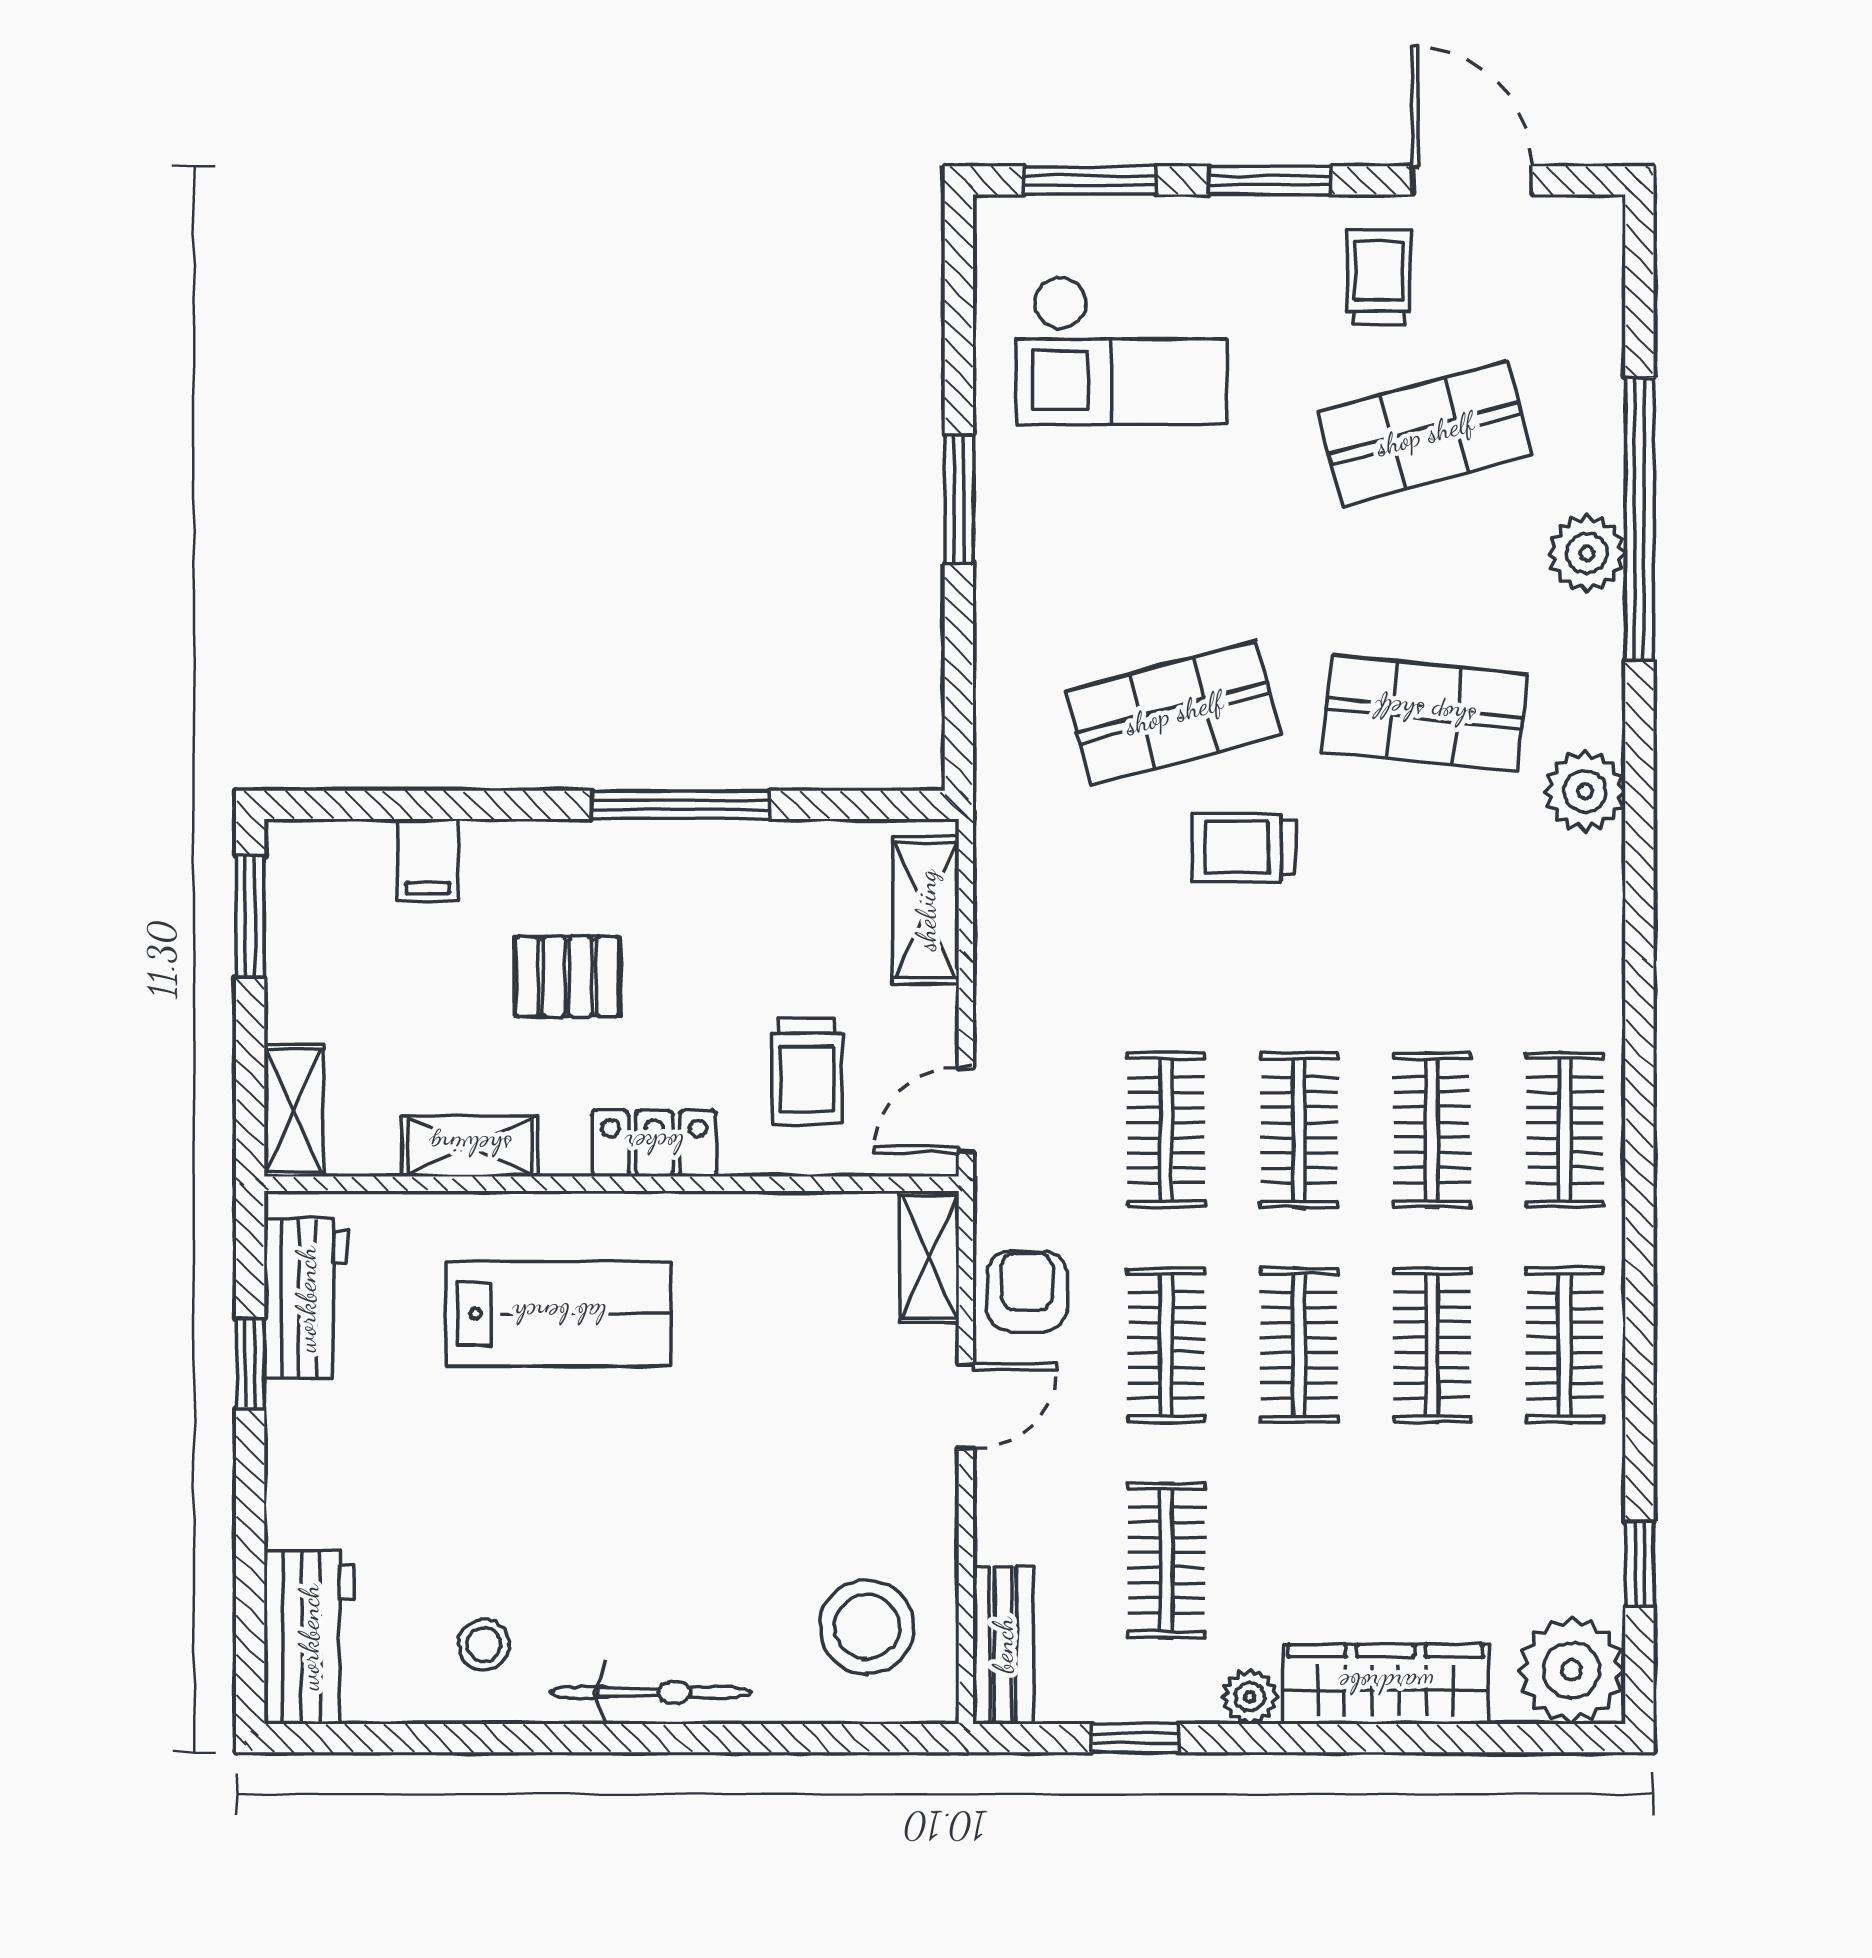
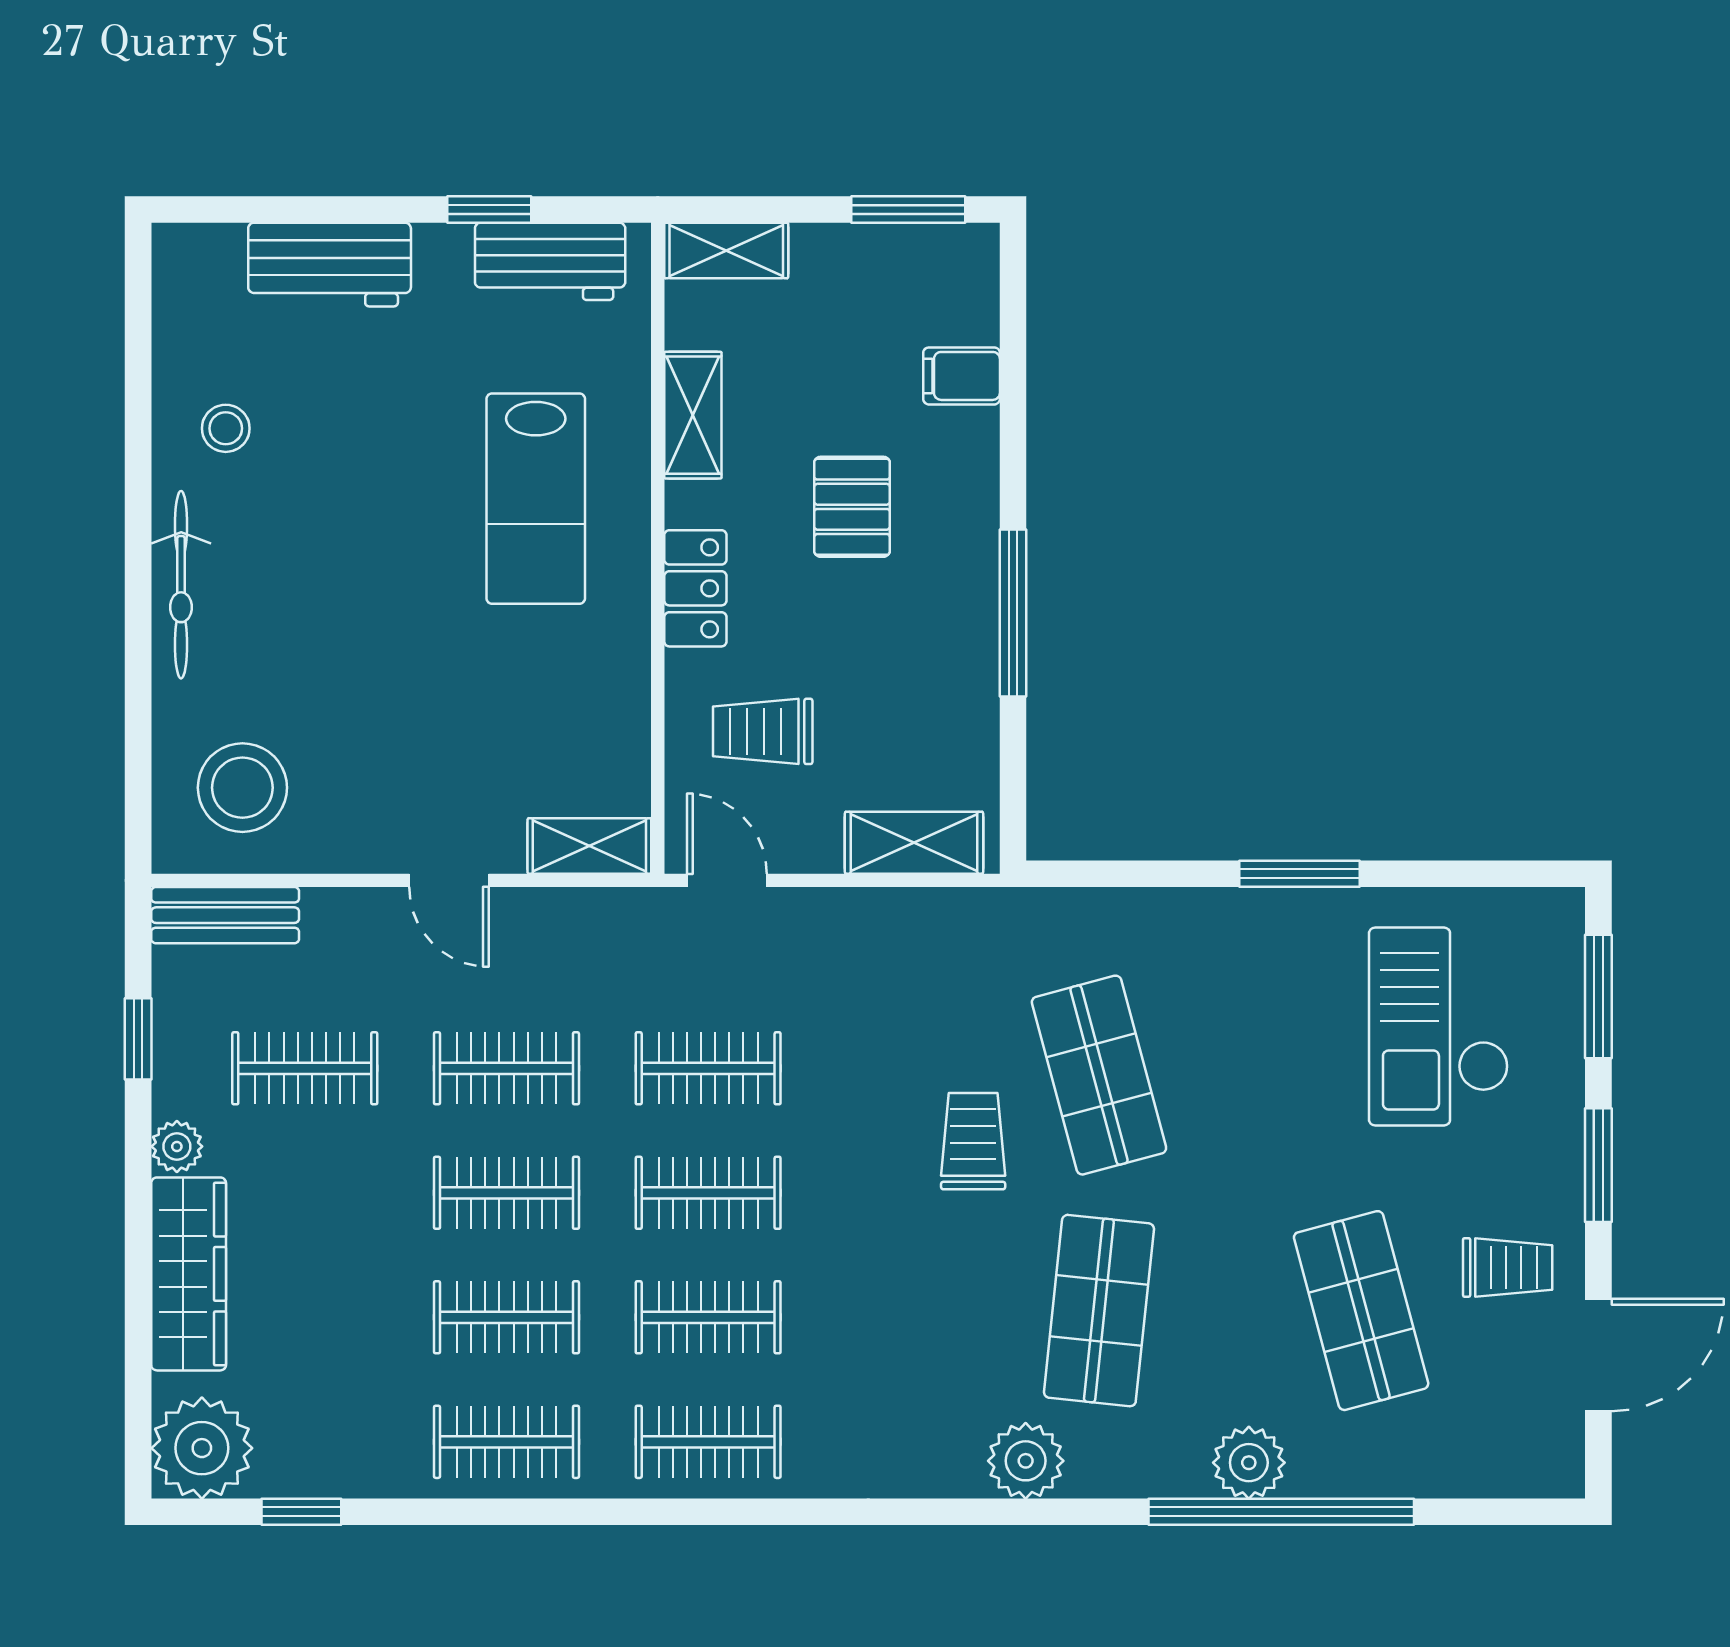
armchair: (1027, 1291) -> (557, 938), removed
workbench: (309, 1637) -> (330, 265), moved

